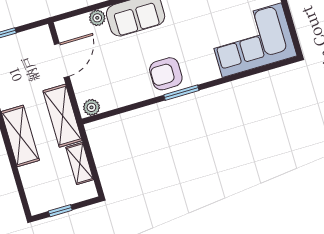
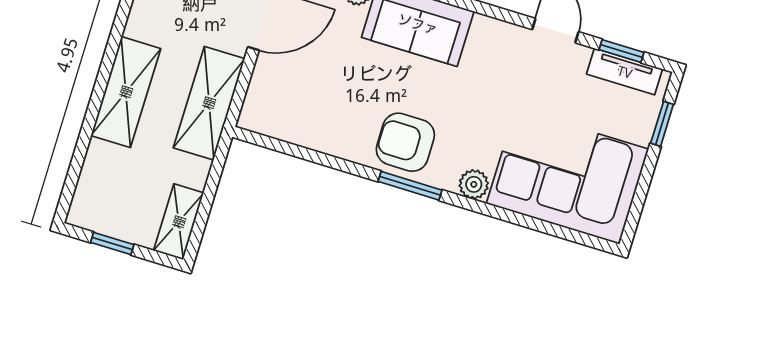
plant: (91, 107) -> (474, 184), moved
shelving: (80, 163) -> (179, 222), moved

